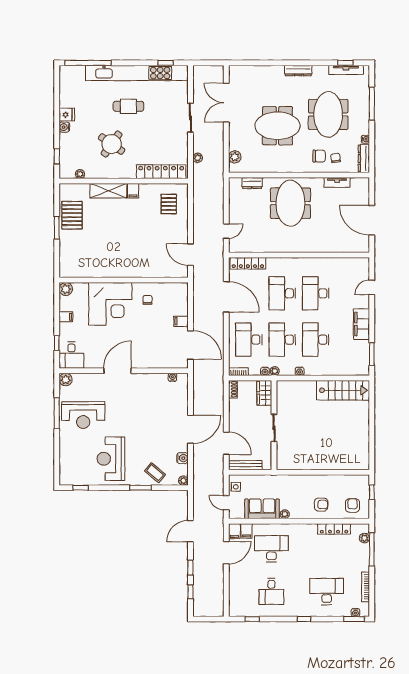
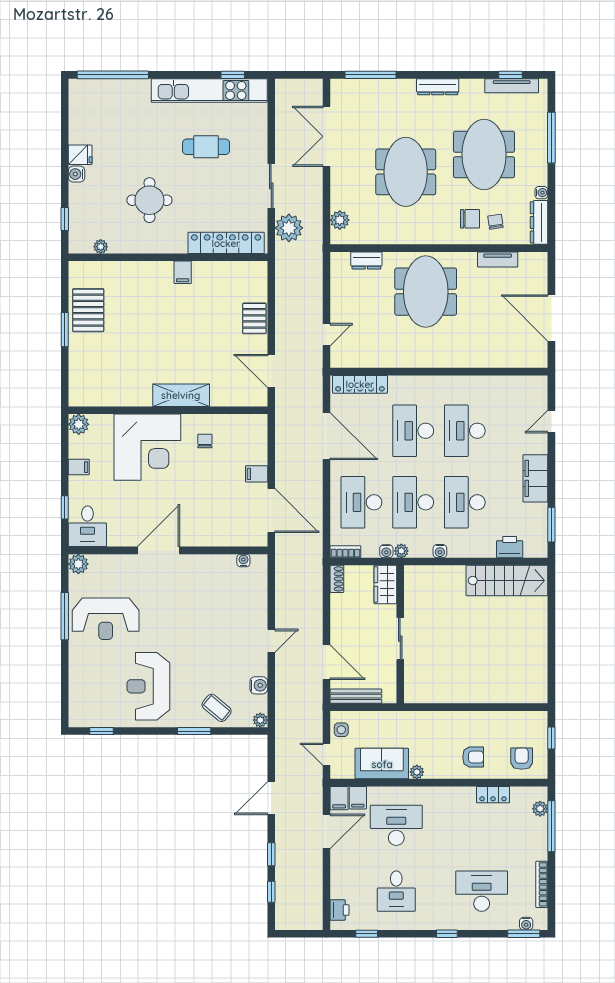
window: (255, 63) -> (371, 75), added
kitchen unit: (137, 73) -> (209, 90), width x0.73
cafe table: (128, 106) -> (206, 147), moved
sliding door: (190, 118) -> (271, 186), moved
meeting table: (277, 126) -> (406, 172), turned 90
round table: (112, 144) -> (149, 200), turned -35
plant: (198, 158) -> (289, 228), width x1.88, depth x1.88
shelving: (108, 191) -> (181, 395), moved
pallet: (169, 204) -> (254, 318), moved
printer: (345, 369) -> (510, 547), added
door: (190, 429) -> (271, 641), width x0.53
locker: (334, 529) -> (493, 795), width x0.66
printer: (235, 604) -> (340, 910), added

